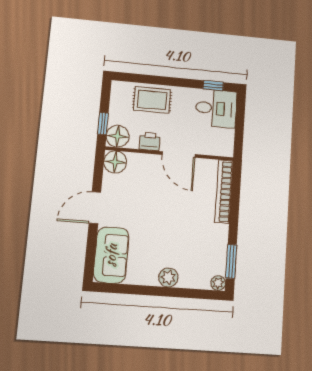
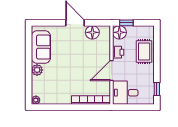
desk: (216, 108) -> (125, 93), moved, turned 90
floor lamp: (115, 162) -> (92, 32), moved
sofa: (111, 255) -> (41, 47), moved, turned -90
window: (231, 261) -> (49, 107), removed

